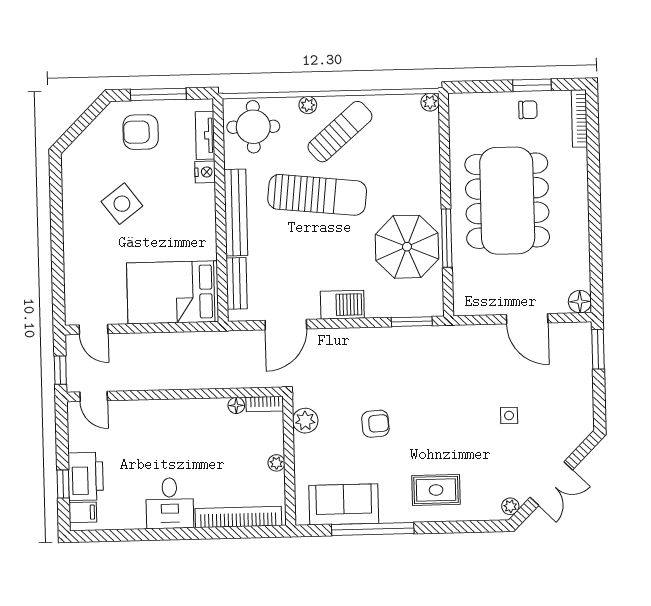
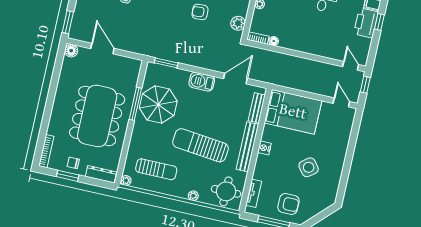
dresser: (475, 102) -> (101, 174), added
sun lounger: (340, 132) -> (156, 169), moved, turned -139
nightstand: (205, 172) -> (264, 148), moved

